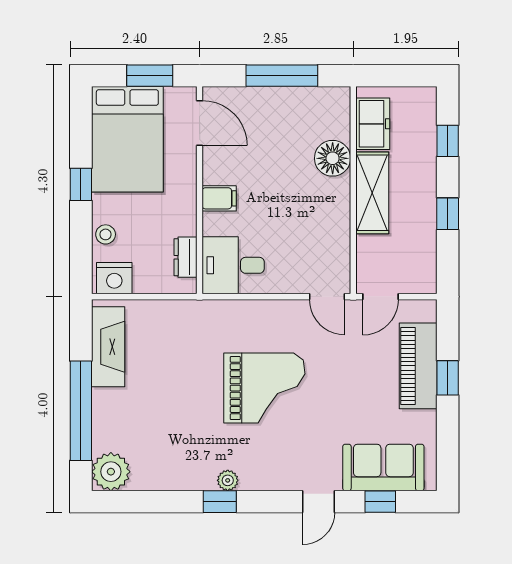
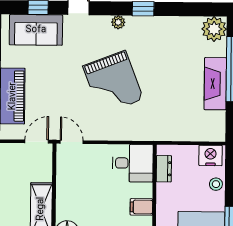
fireplace: (108, 347) -> (215, 84), moved
grand piano: (264, 388) -> (113, 83), turned -111
plant: (228, 480) -> (118, 22), moved

